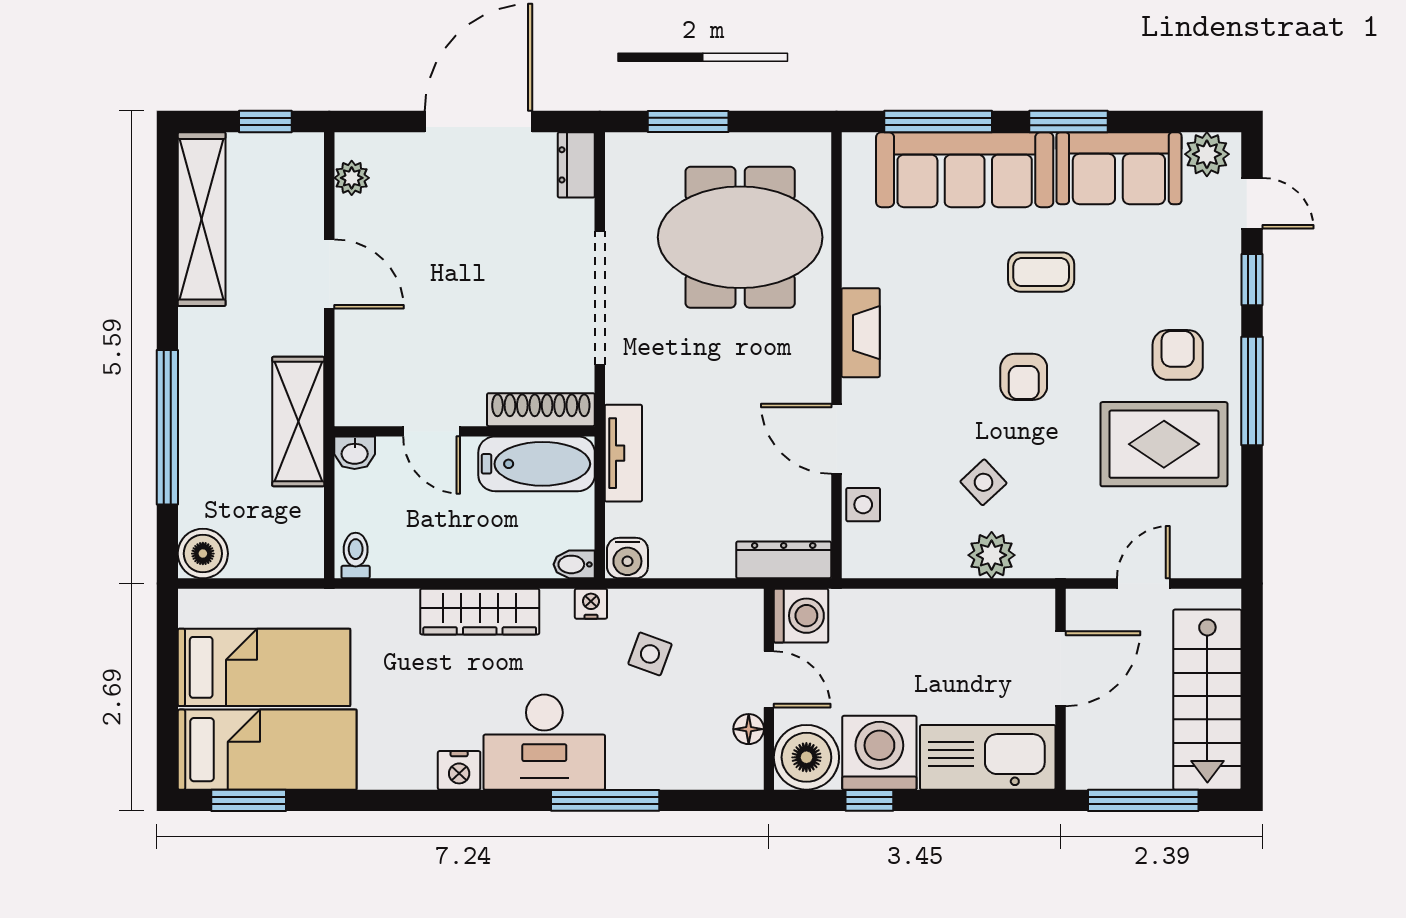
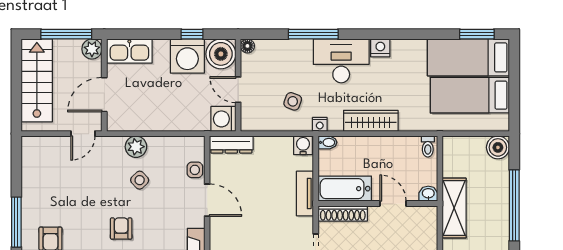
rug: (1164, 444) -> (57, 198), removed
door: (1143, 584) -> (83, 134), moved
floor lamp: (749, 729) -> (247, 46), moved
kitchen sink: (988, 757) -> (129, 51), width x0.73, depth x0.81
plant: (1087, 768) -> (92, 49), added

